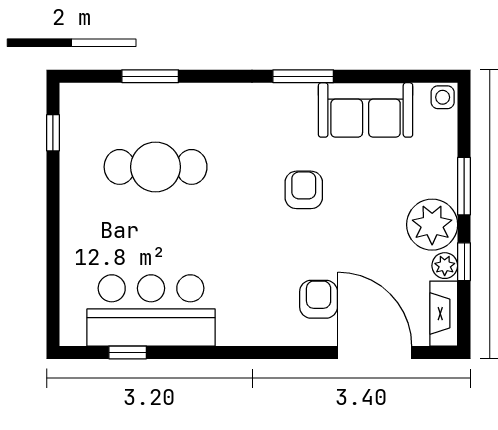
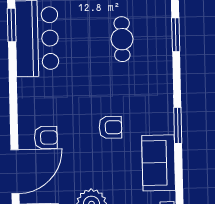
cafe table: (156, 167) -> (122, 39), width x0.73, depth x0.74
window: (128, 352) -> (12, 25), width x1.50

